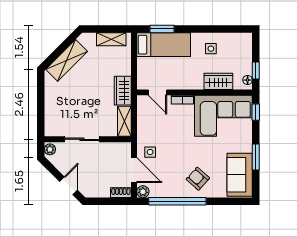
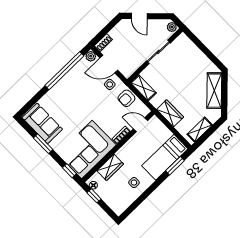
wardrobe: (123, 91) -> (170, 113), moved
armchair: (198, 179) -> (126, 98), moved, turned 138

